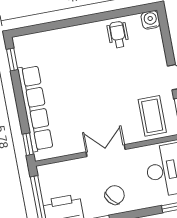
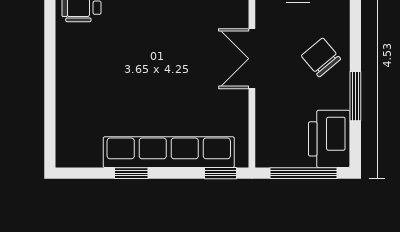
window: (12, 60) -> (131, 173), moved

